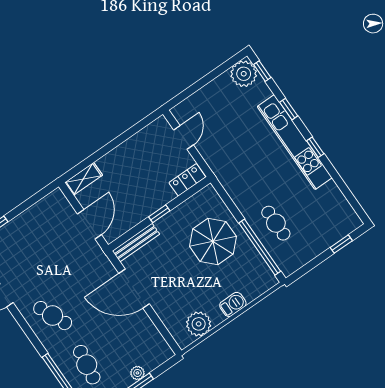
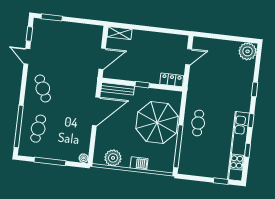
window: (262, 71) -> (248, 150), moved
kitchen unit: (295, 142) -> (238, 146), moved
cafe table: (276, 223) -> (198, 123), moved
parasol: (213, 241) -> (157, 123), width x1.36, depth x1.36
door: (134, 289) -> (96, 111), swing flipped
plant: (137, 373) -> (84, 158), moved

